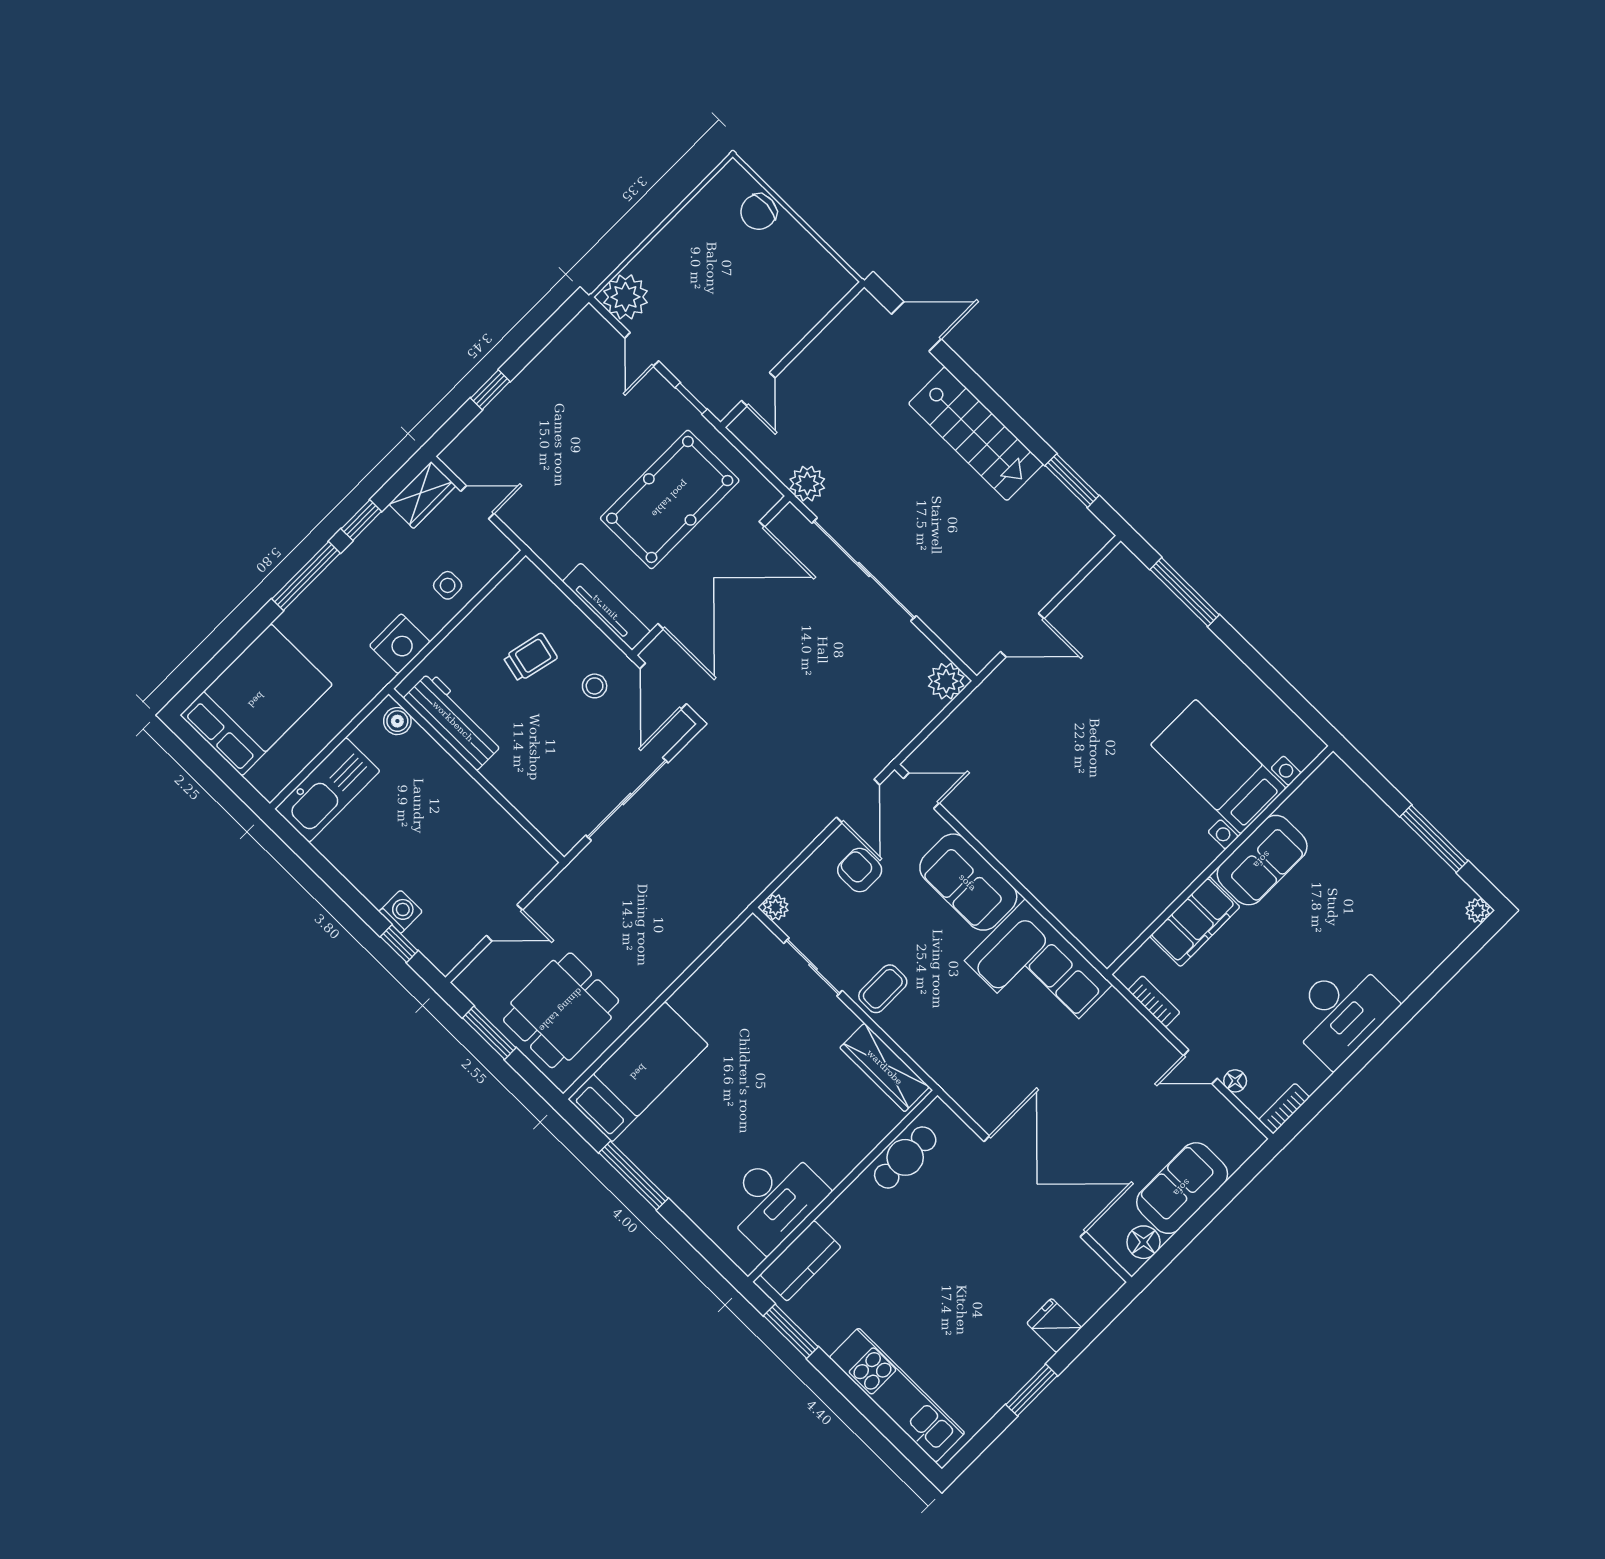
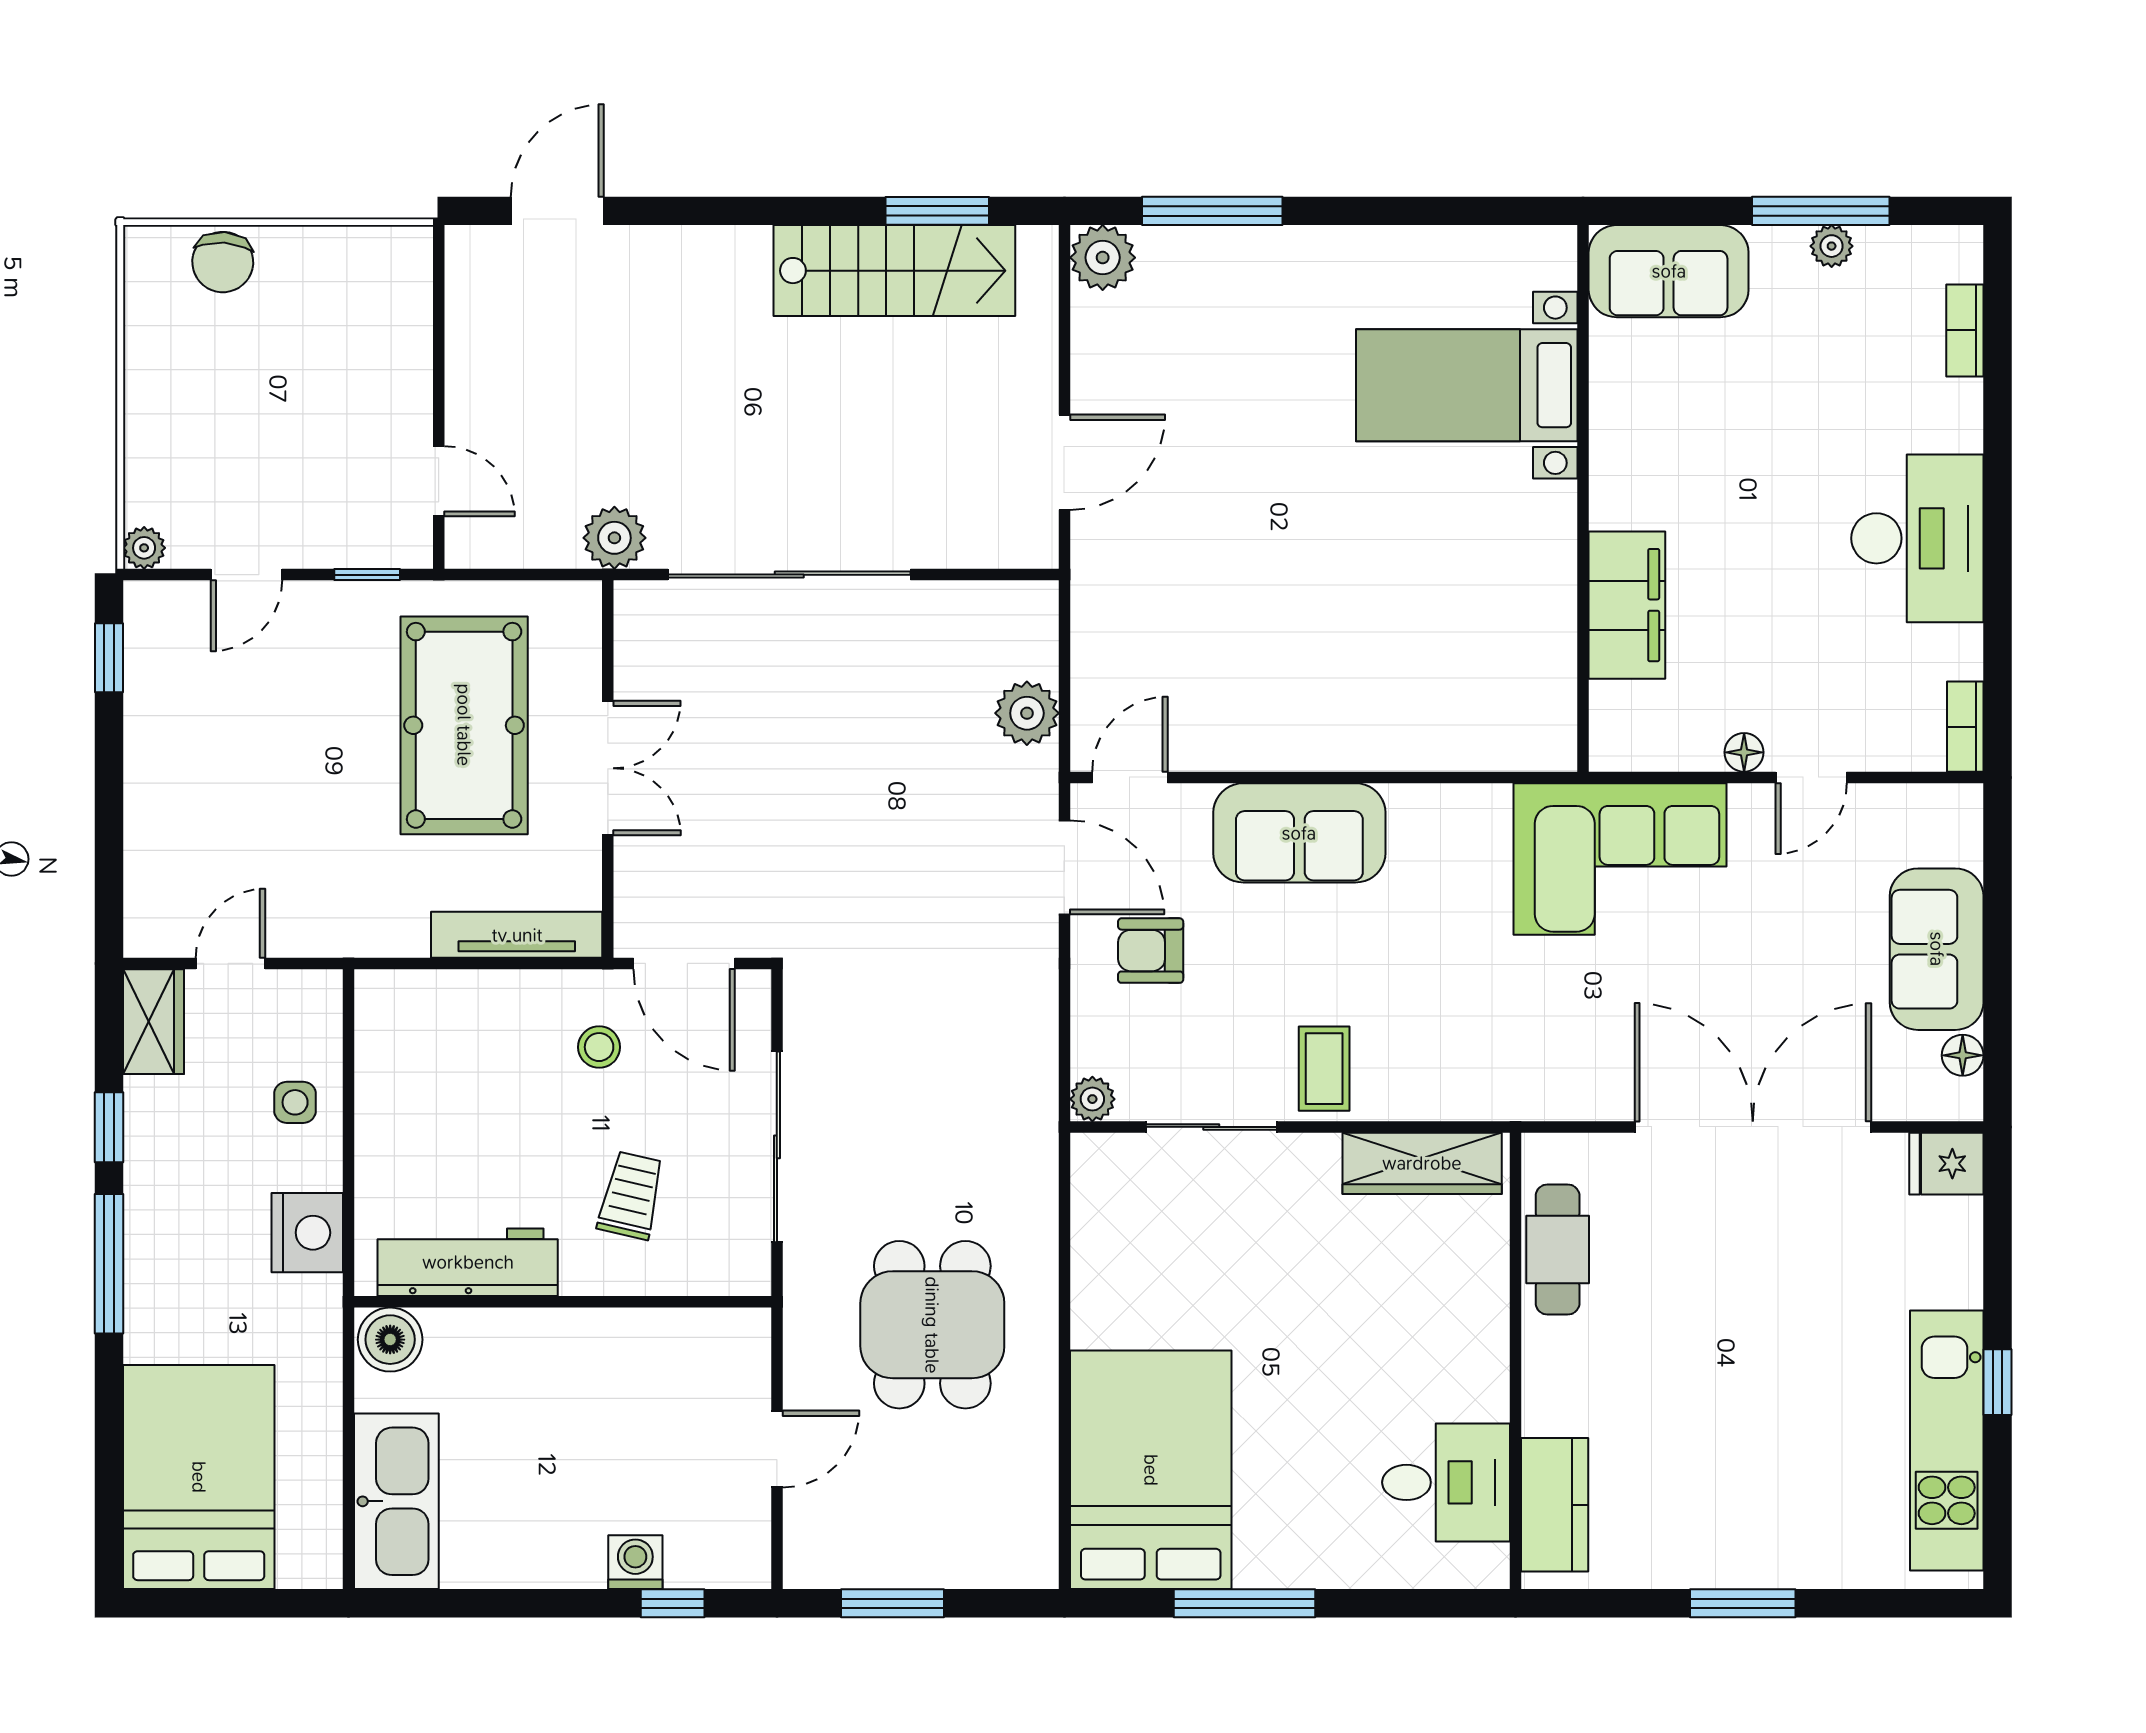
plant: (626, 297) -> (144, 548), width x0.53, depth x0.53
door: (642, 349) -> (247, 575), hinge flipped
window: (490, 390) -> (109, 658), moved
stairs: (976, 434) -> (894, 271), moved
plant: (1121, 567) -> (1103, 258), added
double door: (711, 575) -> (608, 768), width x0.54
trolley: (530, 657) -> (631, 1196), moved
plant: (946, 681) -> (1027, 713), moved
boiler: (397, 721) -> (390, 1340), width x1.36, depth x1.36
sofa: (1262, 860) -> (1669, 271), moved, turned 90
plant: (1478, 910) -> (1832, 246), moved
corner sofa: (1038, 973) -> (1620, 859), moved
bookcase: (1154, 1001) -> (1965, 330), moved, turned -90
dining table: (561, 1010) -> (932, 1325), moved
bed: (638, 1072) -> (1151, 1470), width x1.50
floor lamp: (1235, 1081) -> (1744, 752), moved
desk: (774, 1199) -> (1446, 1482), width x0.73
floor lamp: (1144, 1242) -> (1963, 1055), width x0.73, depth x0.73
fridge: (1054, 1325) -> (1946, 1164), moved
window: (791, 1331) -> (1743, 1603), moved
window: (1032, 1390) -> (1997, 1382), width x0.67
kitchen unit: (897, 1395) -> (1947, 1440), moved, turned -90

